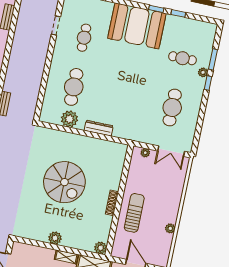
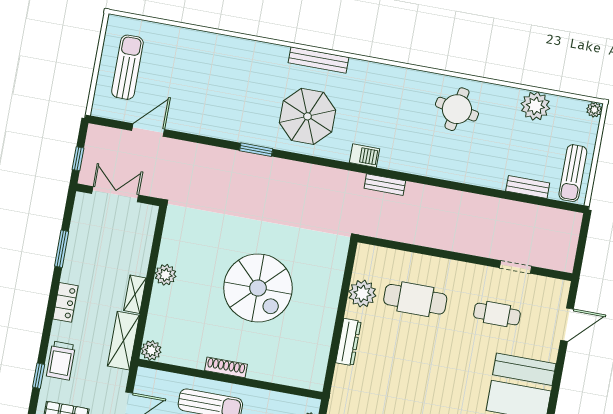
spiral stairs: (64, 182) -> (258, 288), turned -90

